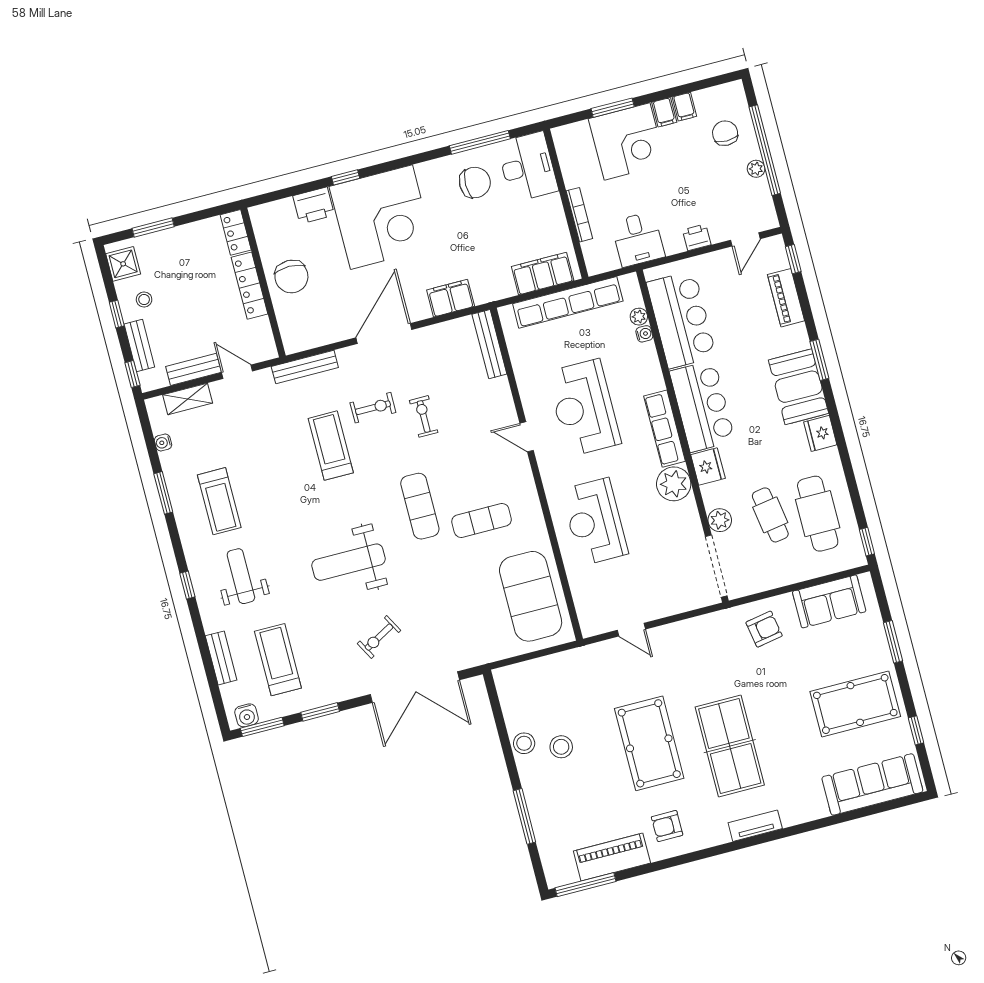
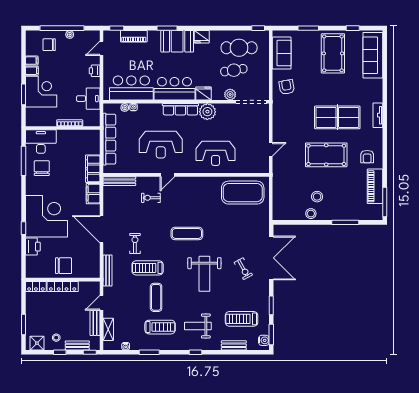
door: (745, 239) -> (102, 48), swing flipped
filing cabinet: (543, 274) -> (93, 169), moved
exercise bike: (424, 416) -> (151, 198), moved
exercise mat: (482, 520) -> (156, 297), moved

